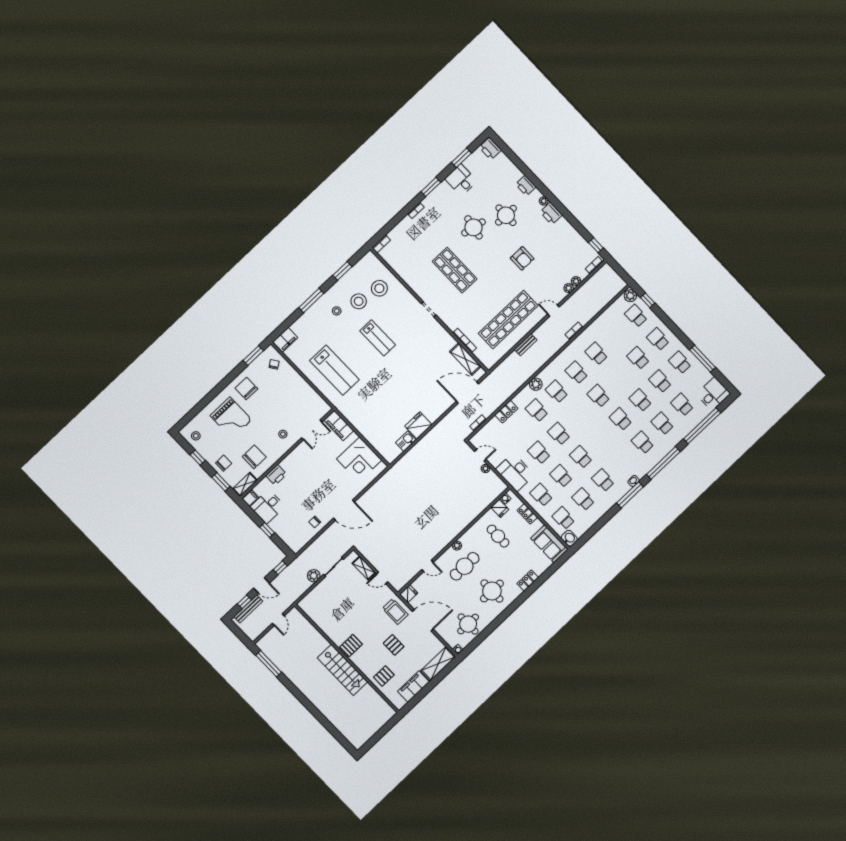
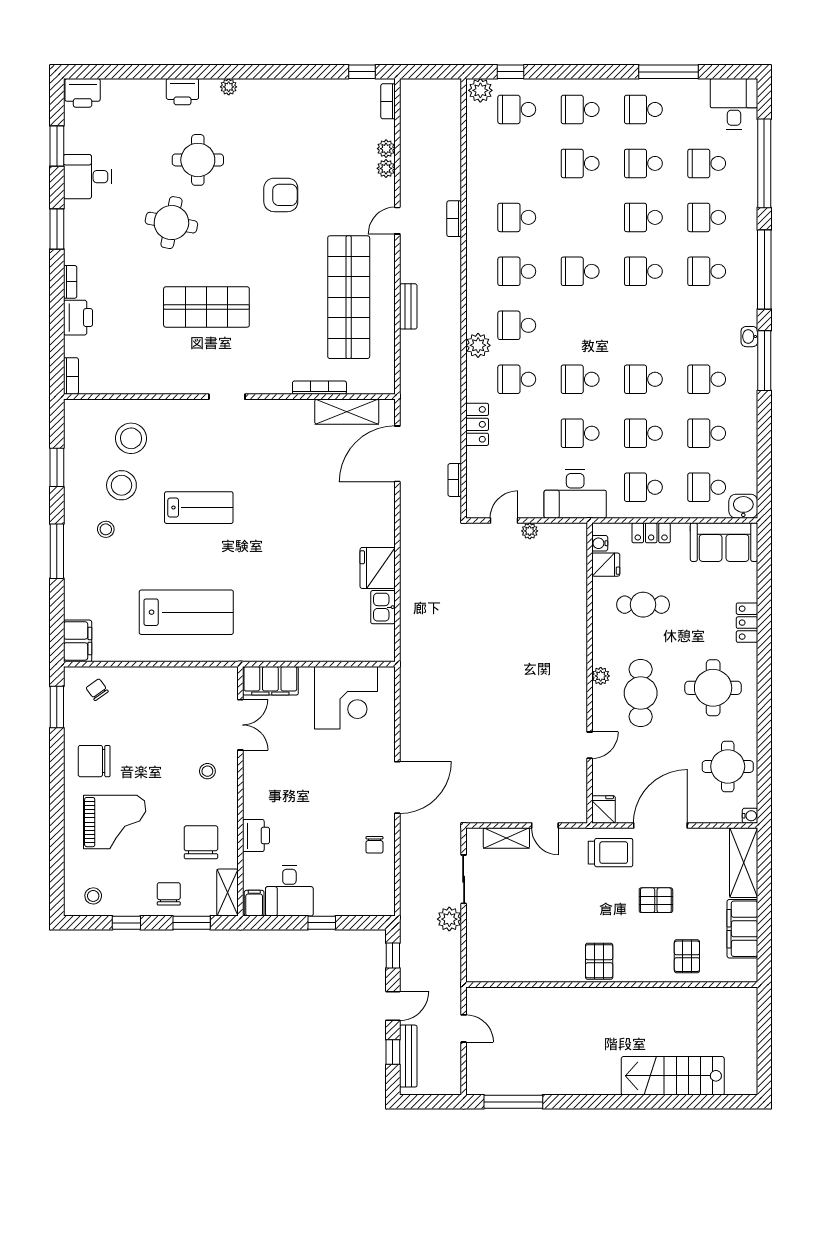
printer: (551, 213) -> (78, 318), moved, turned -90
door: (382, 578) -> (545, 826), hinge flipped
stairs: (342, 670) -> (673, 1076), moved, turned 180

